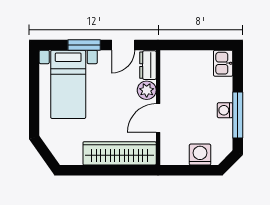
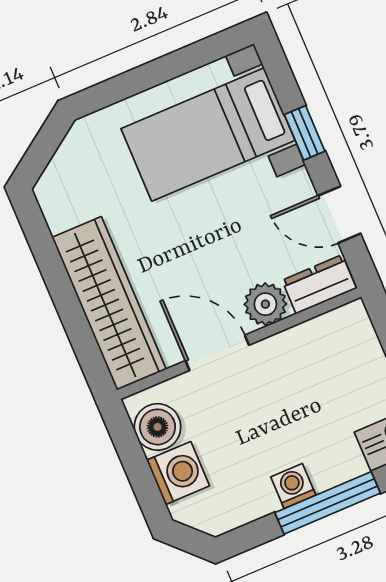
window: (84, 45) -> (305, 133), width x0.67
window: (238, 115) -> (328, 503), moved
boiler: (178, 155) -> (158, 427), added

